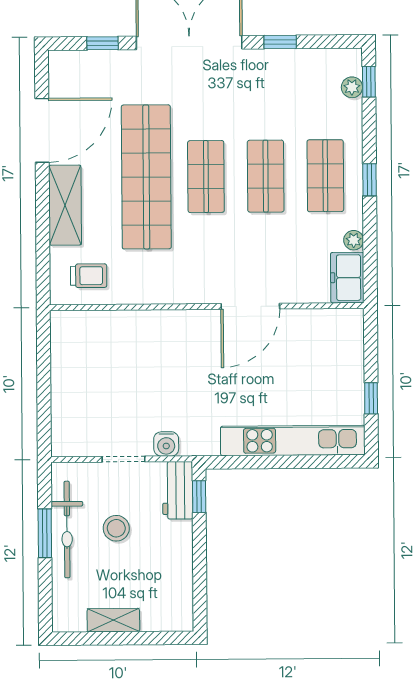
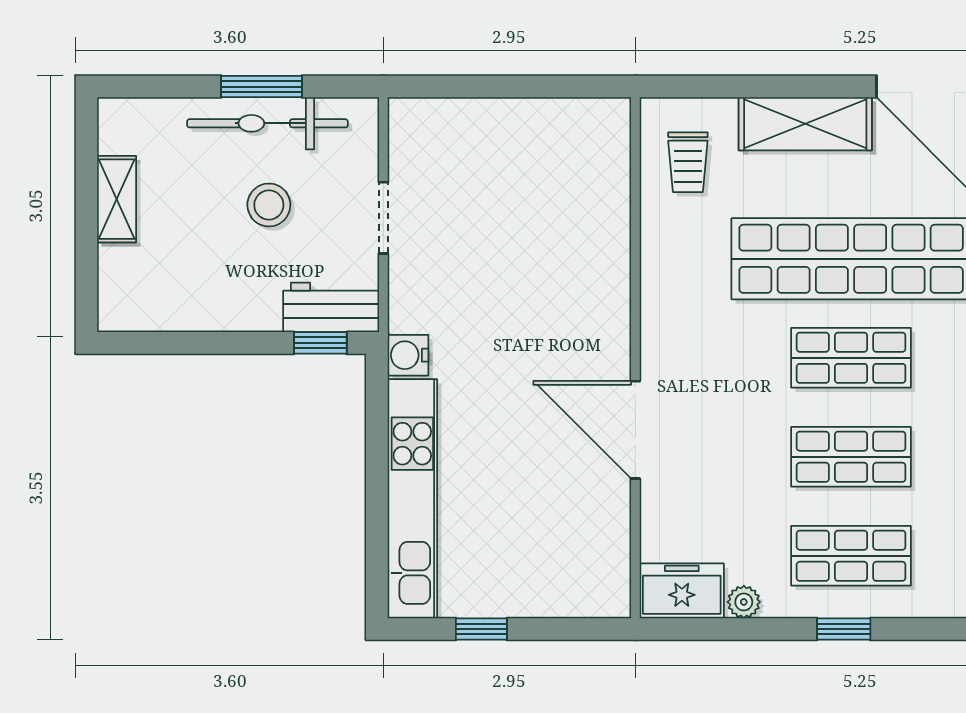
water cooler: (166, 444) -> (408, 355), moved

